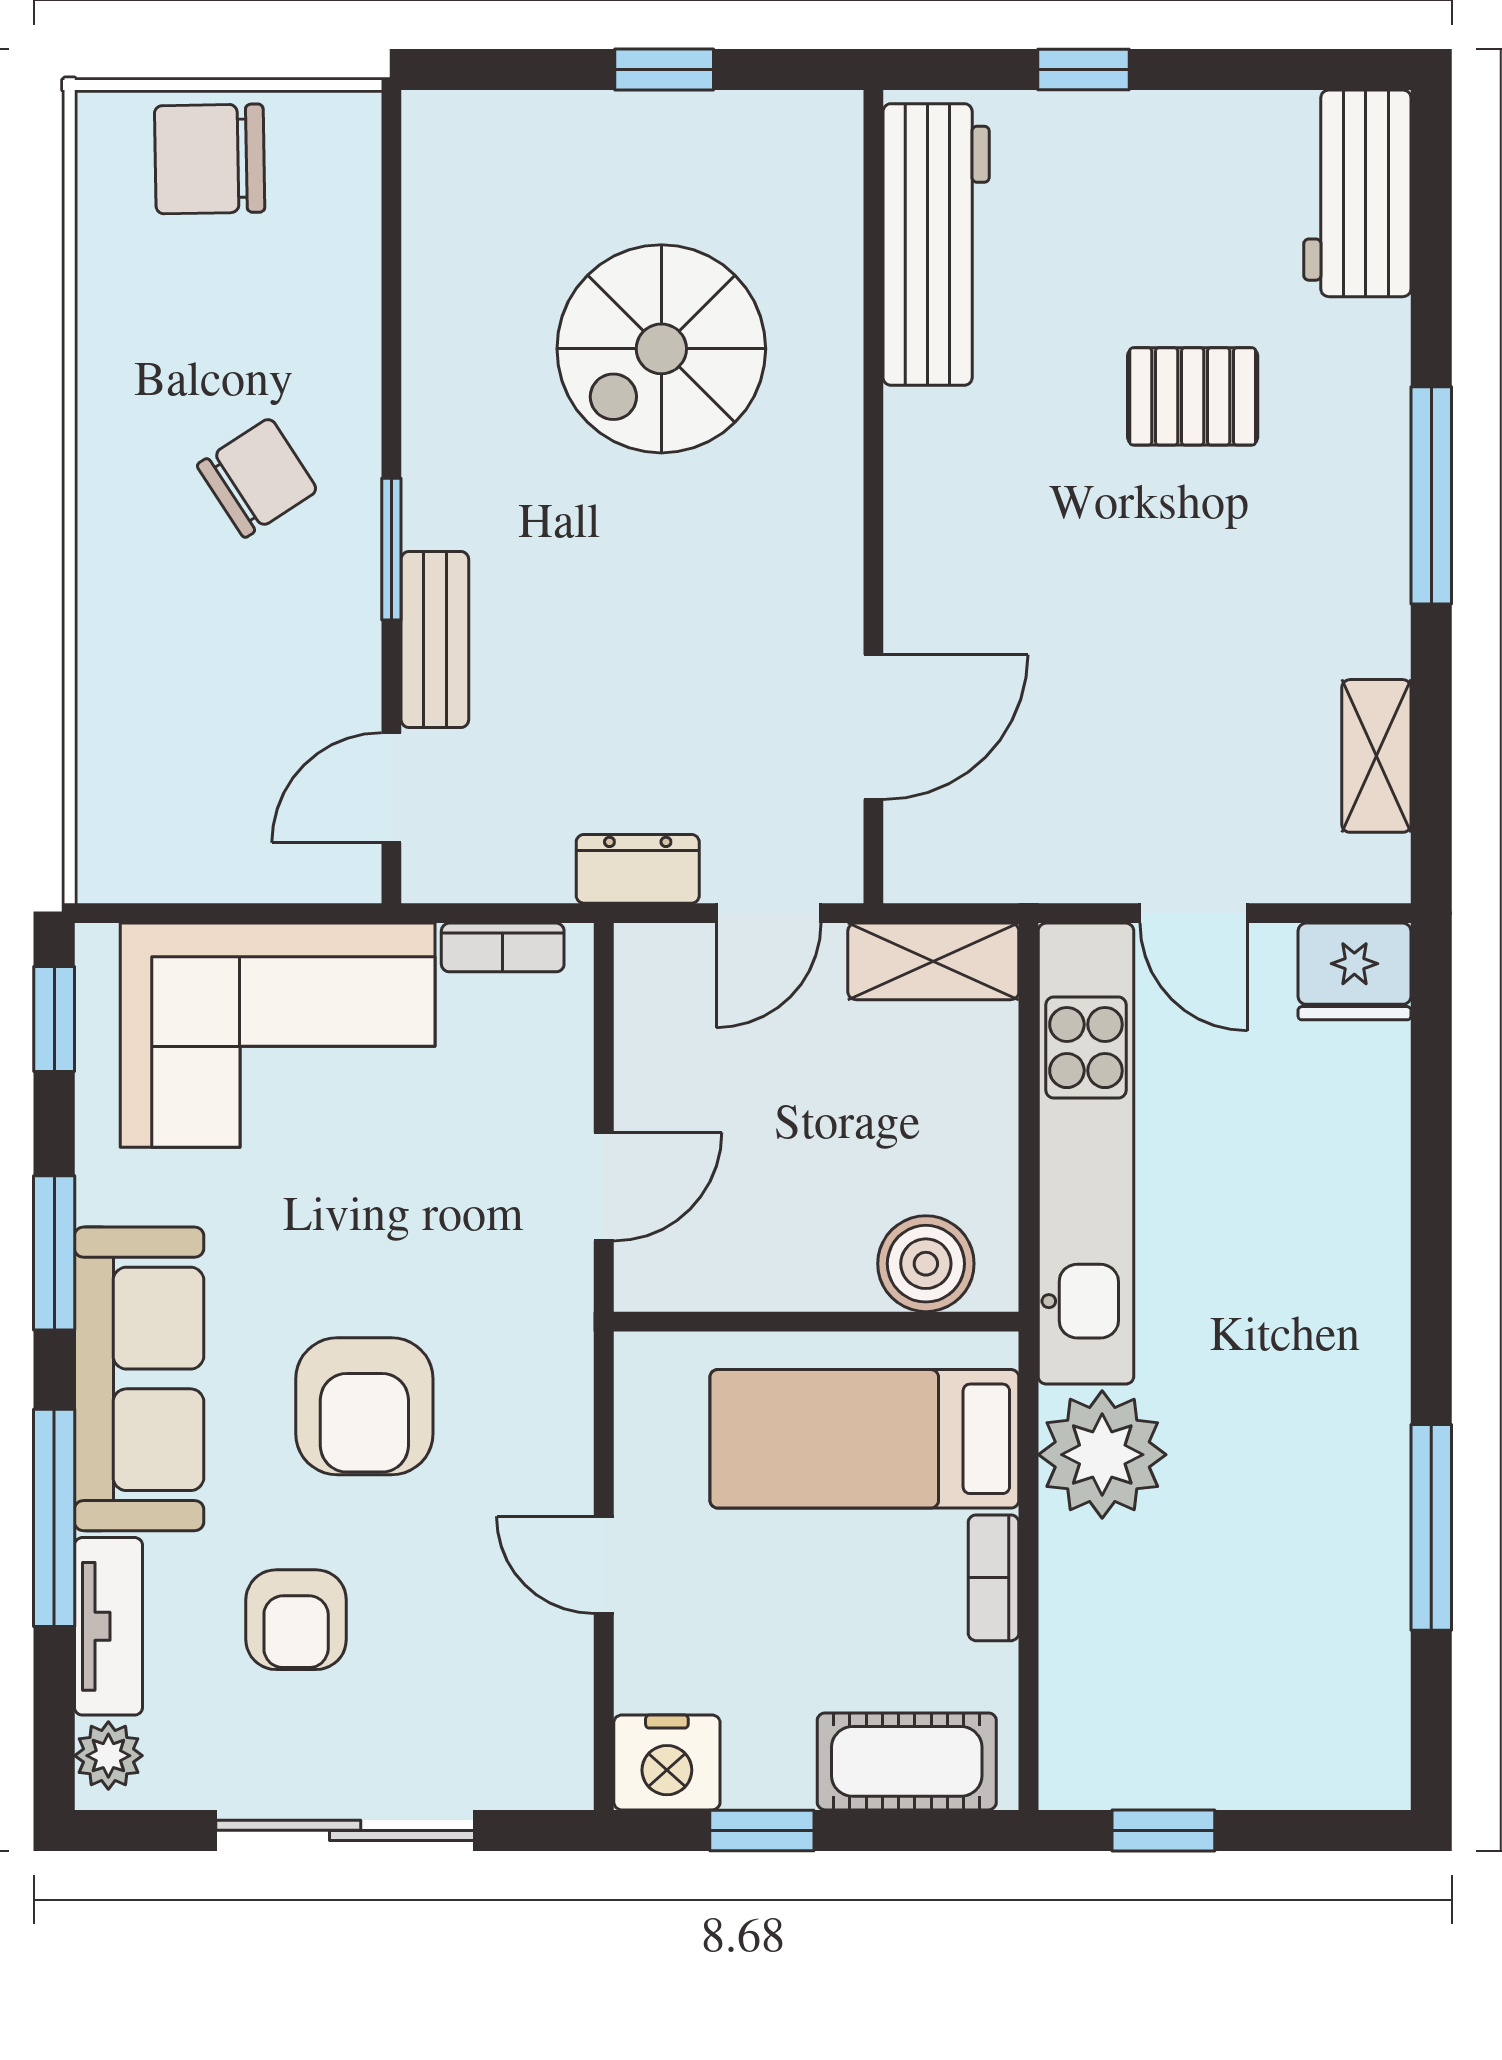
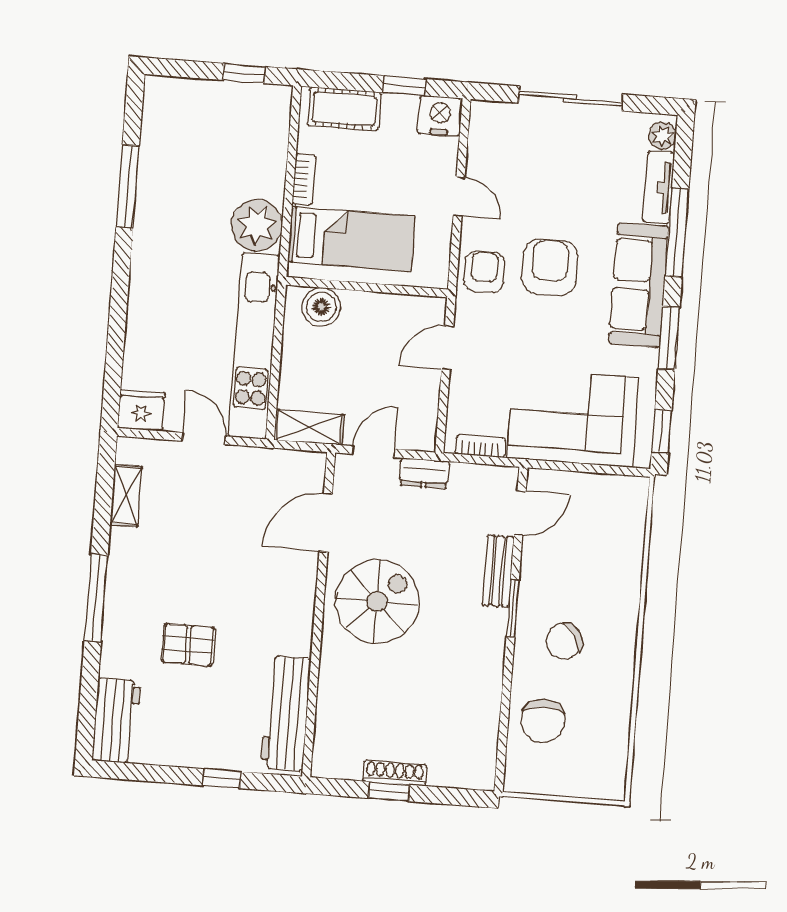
shoe rack: (654, 117) -> (395, 773), added
chair: (210, 159) -> (543, 721), moved, turned 91
spiral stairs: (661, 349) -> (377, 602), moved
armchair: (296, 1620) -> (484, 272), moved

